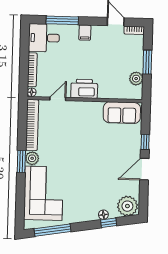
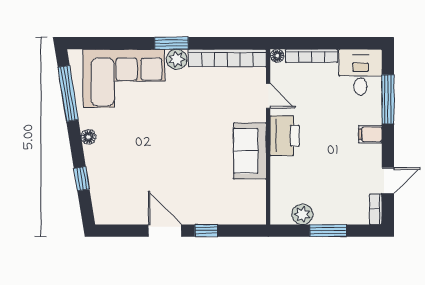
sofa: (122, 113) -> (250, 151), moved
plant: (127, 206) -> (108, 207), removed
floor lamp: (103, 215) -> (88, 137), moved

